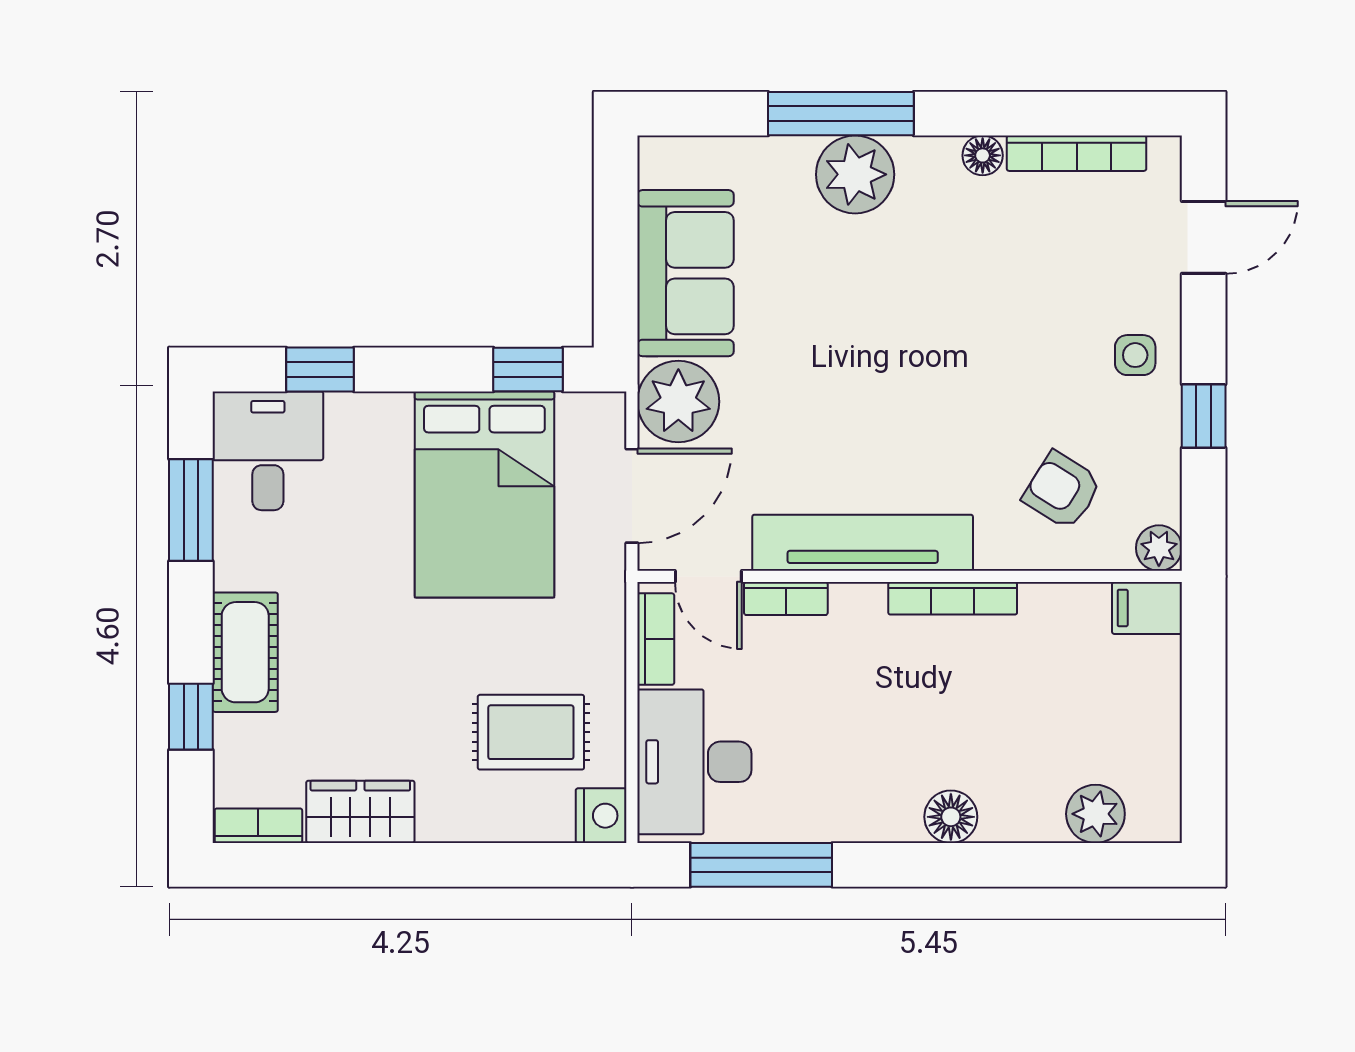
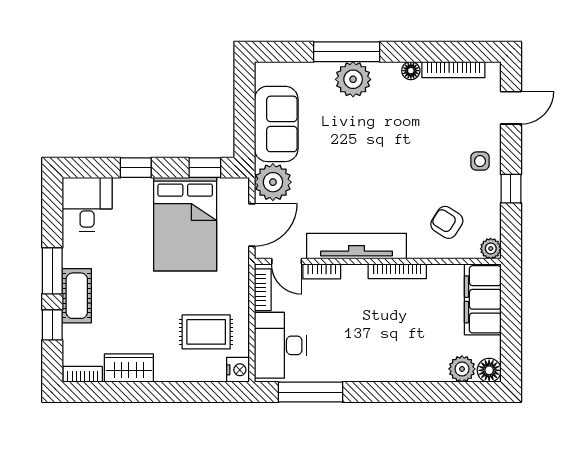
window: (320, 369) -> (136, 168), moved
window: (191, 510) -> (52, 271), moved
filing cabinet: (1147, 608) -> (483, 299), width x3.00, depth x1.17
floor lamp: (951, 817) -> (489, 370), moved

